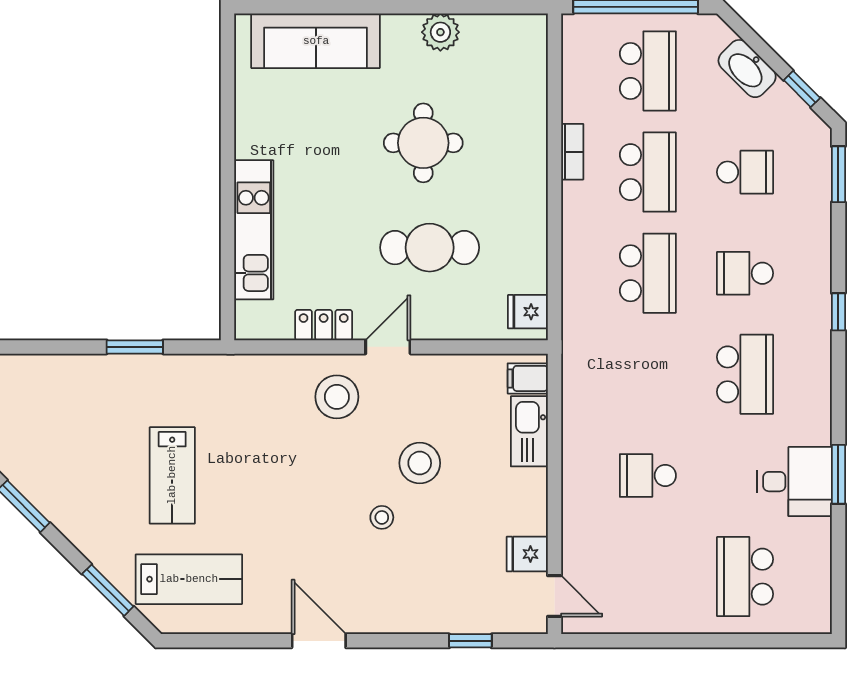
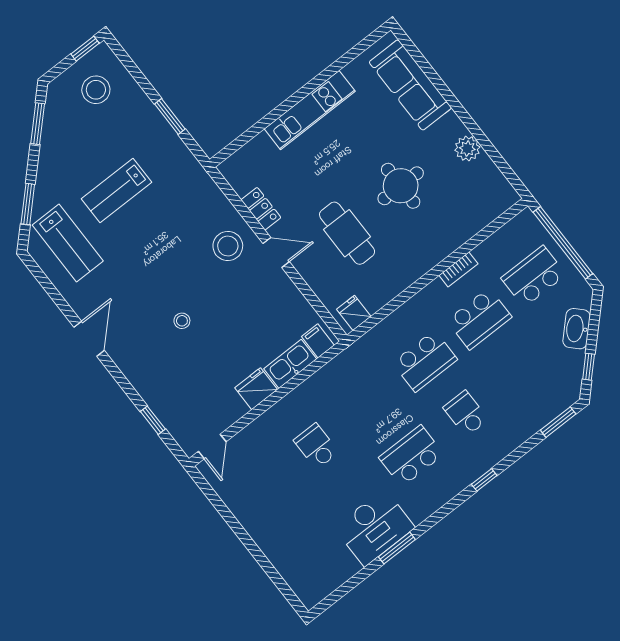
school desk: (648, 71) -> (534, 276), turned 180
school desk: (745, 172) -> (520, 371), removed
kitchen unit: (254, 230) -> (310, 110), moved
school desk: (745, 374) -> (411, 456), turned 180
stool: (420, 463) -> (96, 90), moved
desk: (794, 482) -> (374, 527), width x1.37
fridge: (527, 554) -> (256, 389), moved, width x1.38
school desk: (745, 577) -> (303, 541), removed

